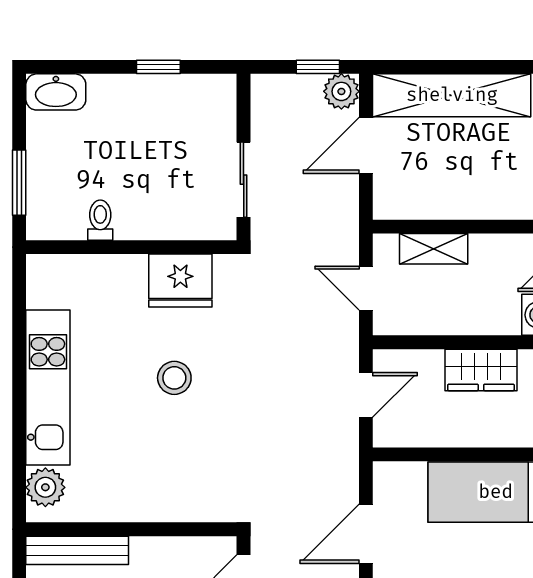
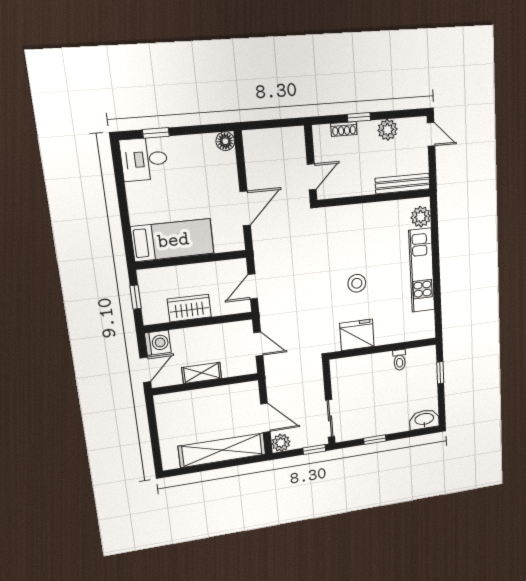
window: (318, 67) -> (314, 450), moved
door: (366, 145) -> (265, 418), hinge flipped
sliding door: (244, 180) -> (330, 418), moved
window: (19, 183) -> (440, 373), width x0.67
shelving: (434, 249) -> (202, 373), moved

